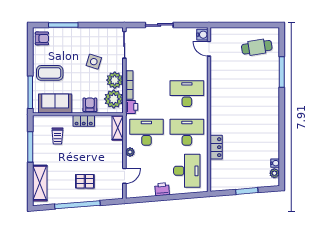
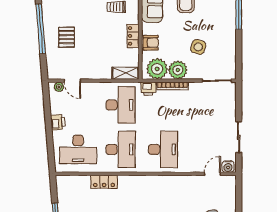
sliding door: (159, 25) -> (239, 137), moved
plant: (130, 152) -> (59, 87), moved

